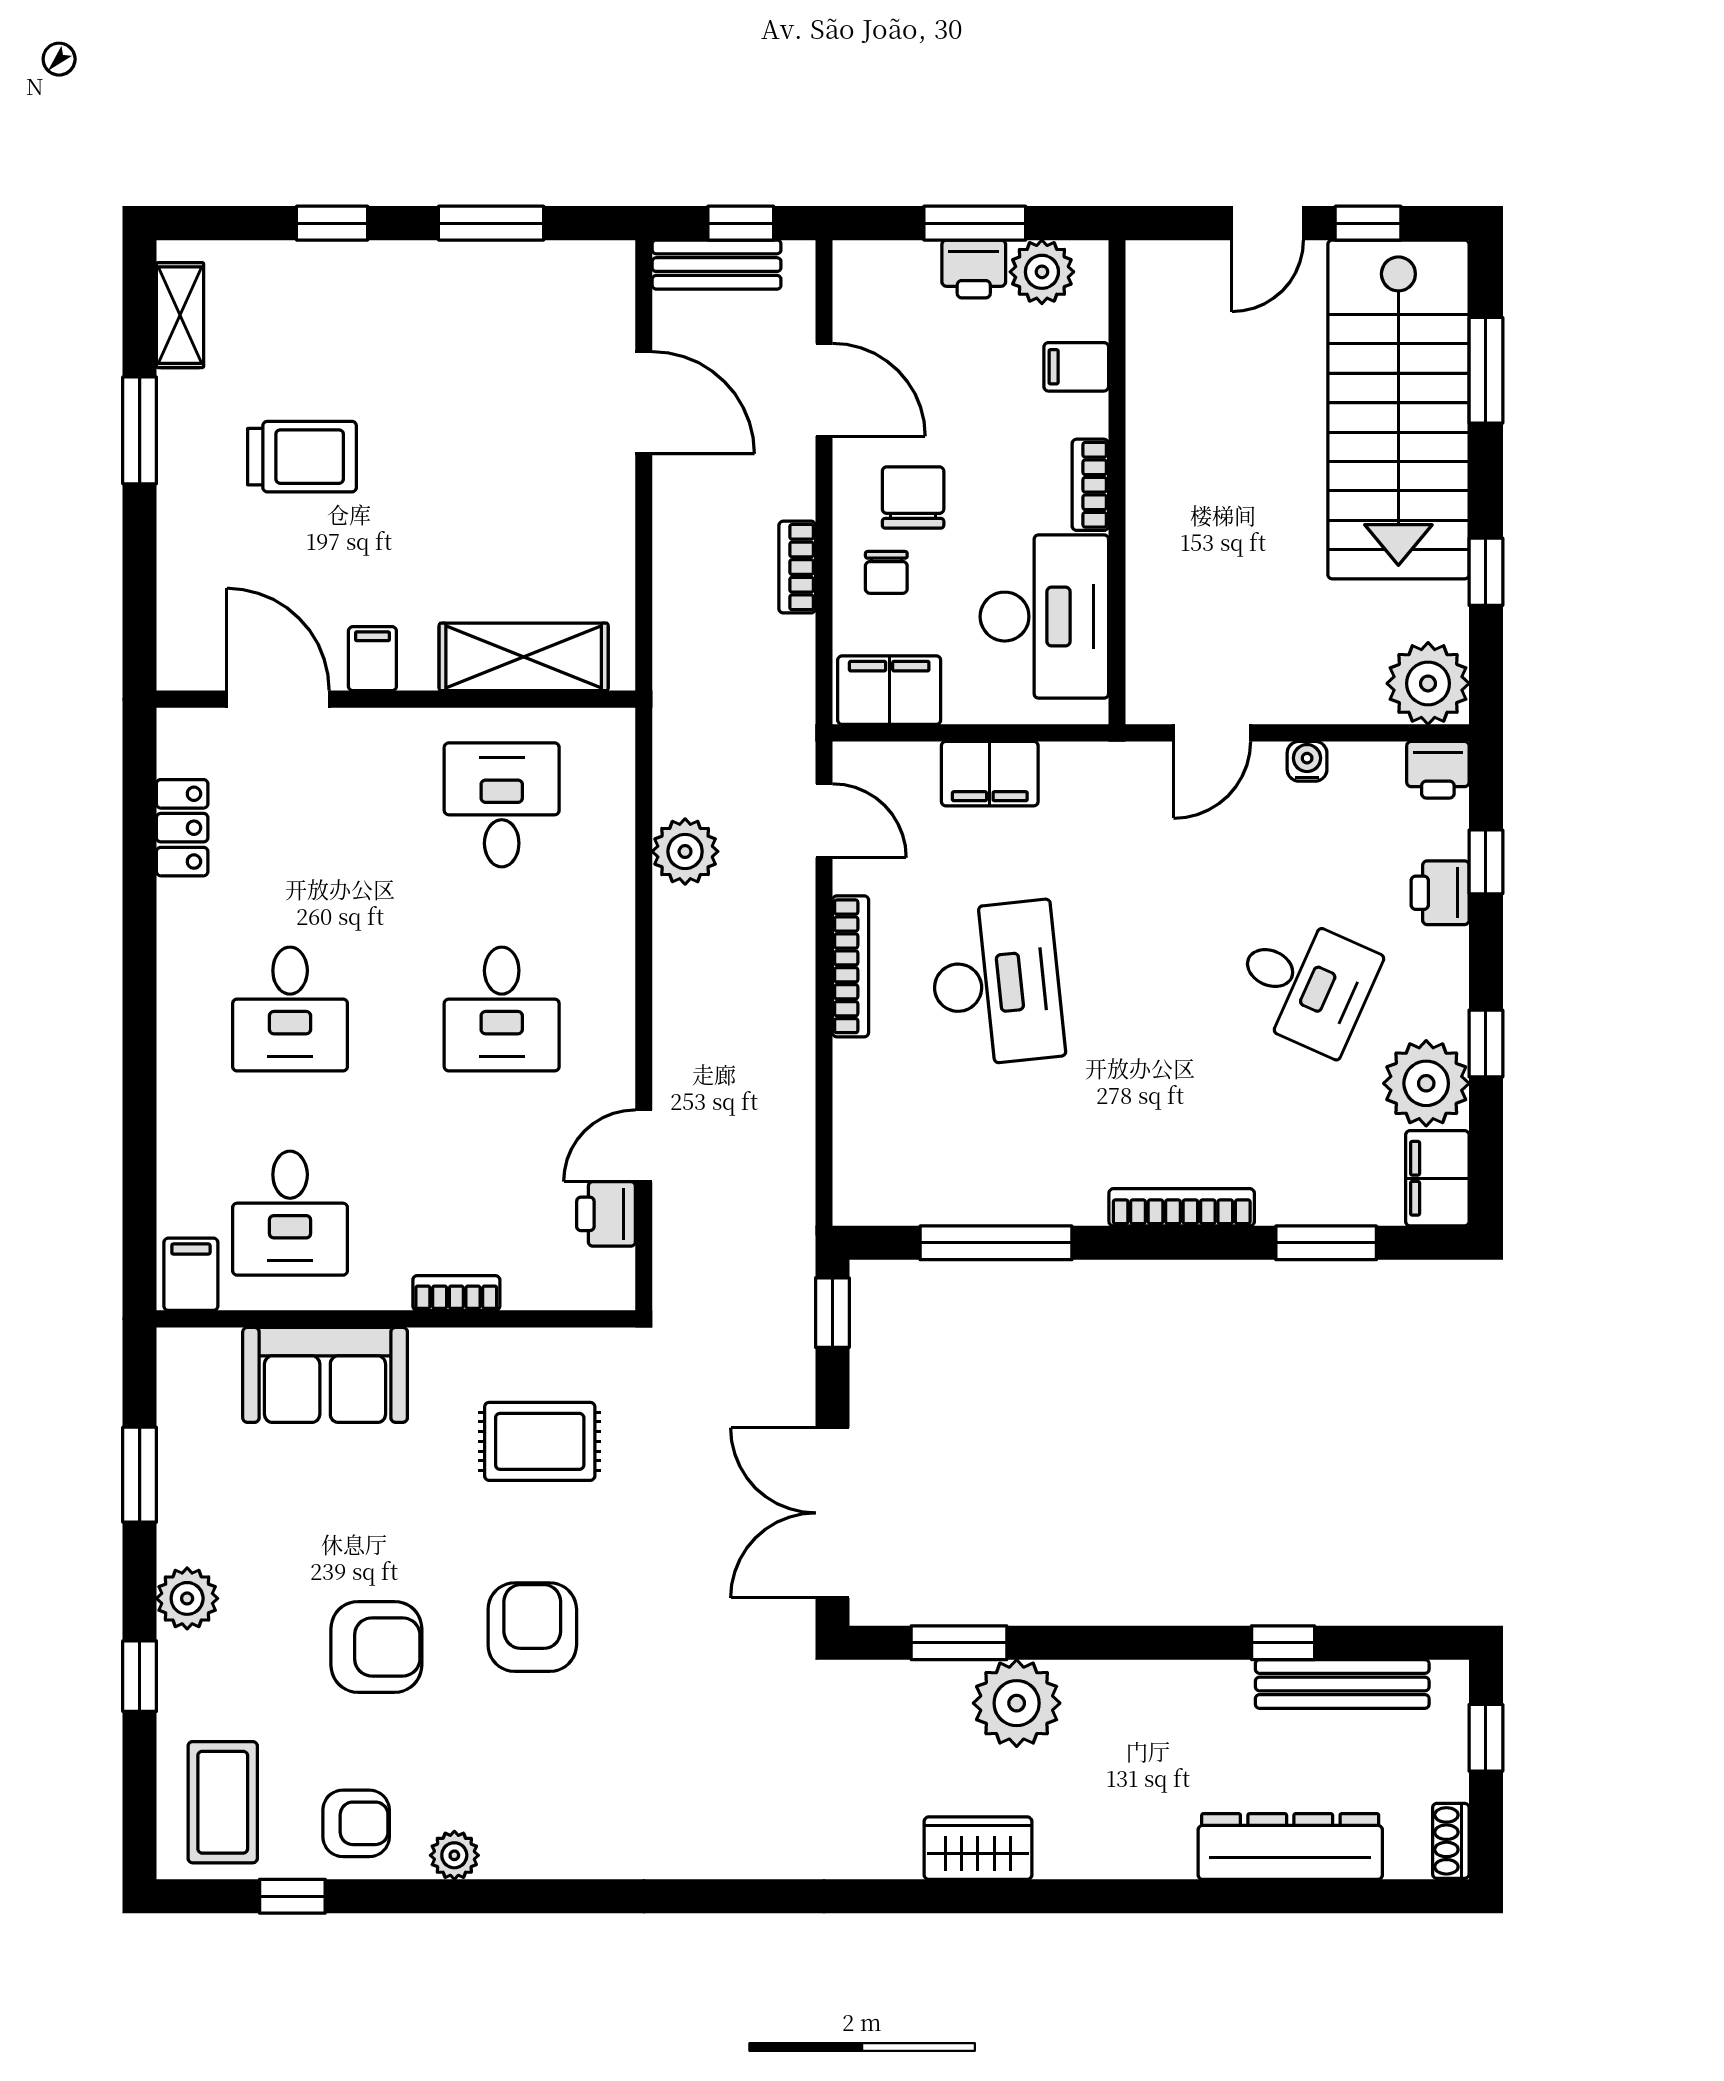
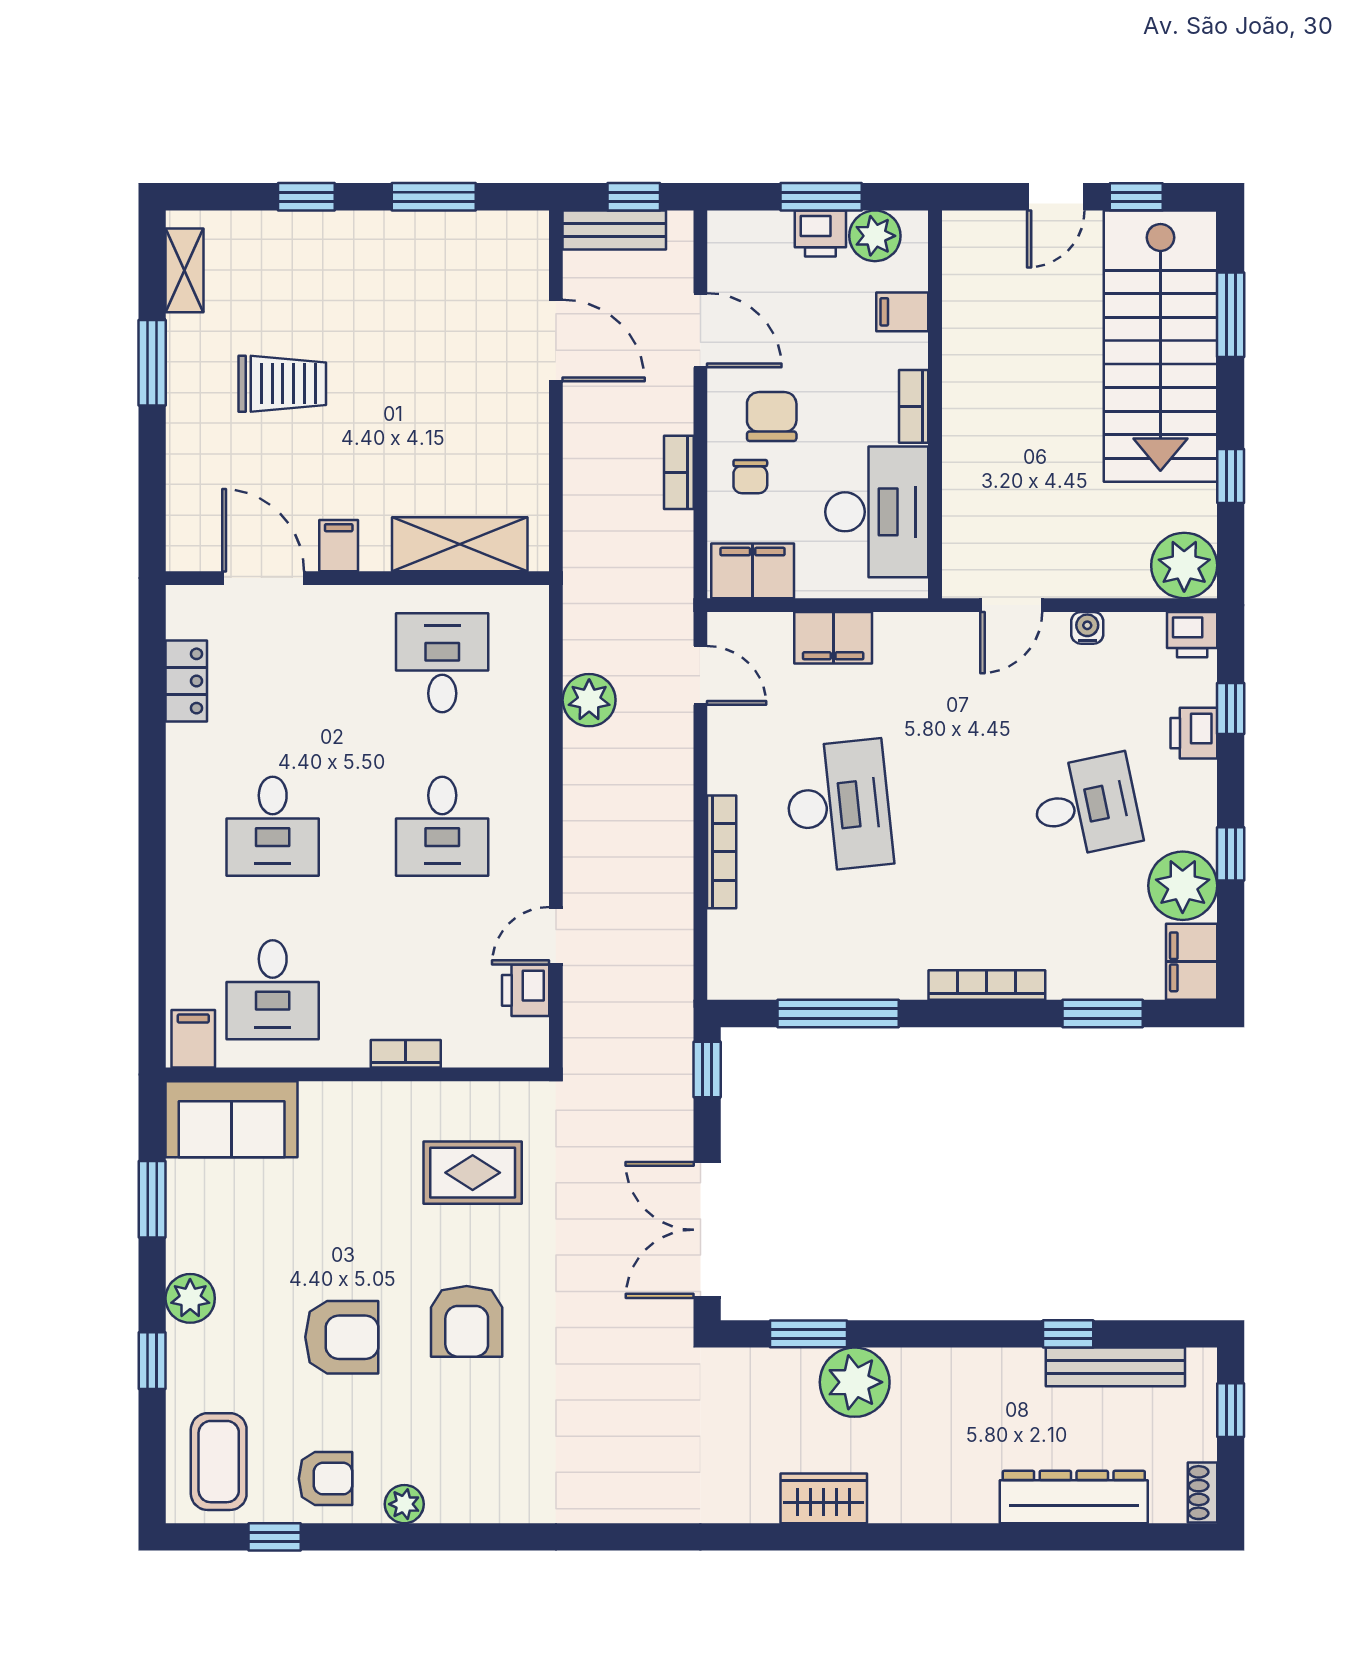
bookcase: (851, 966) -> (722, 852), moved
desk: (1305, 984) -> (1086, 806), turned -36
sofa: (325, 1375) -> (232, 1119), moved
armchair: (532, 1627) -> (467, 1321), turned 180

